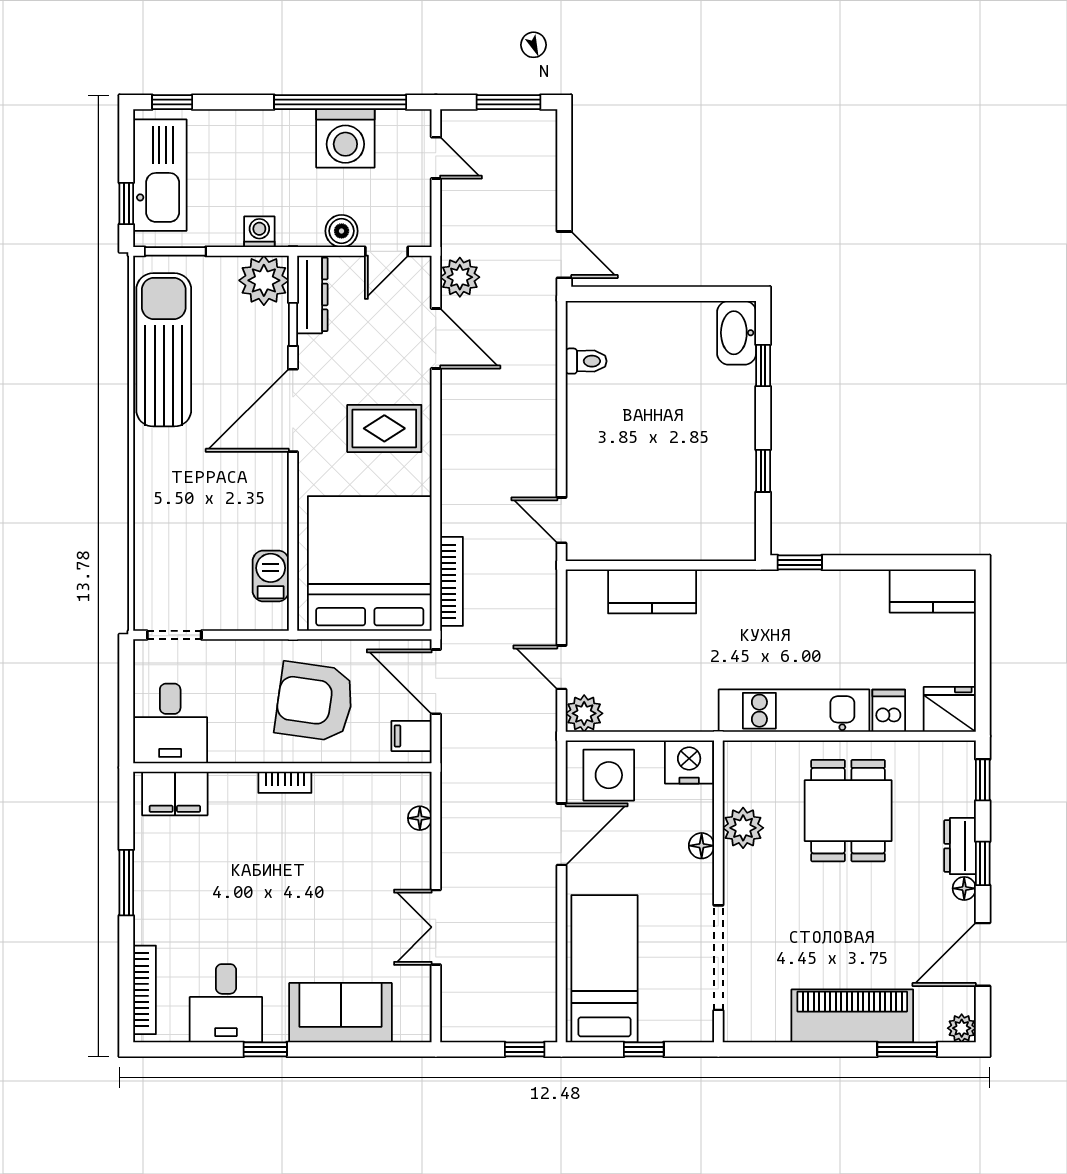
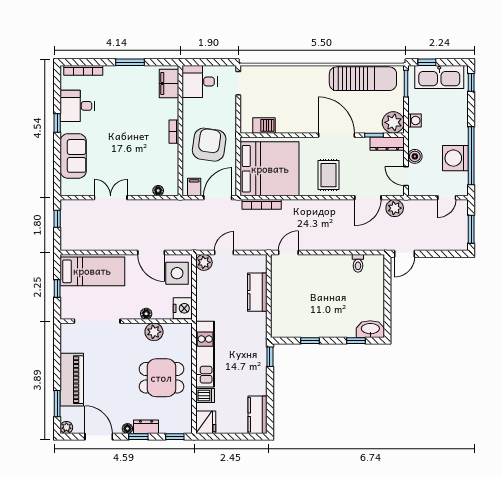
window: (525, 1049) -> (57, 219), moved

